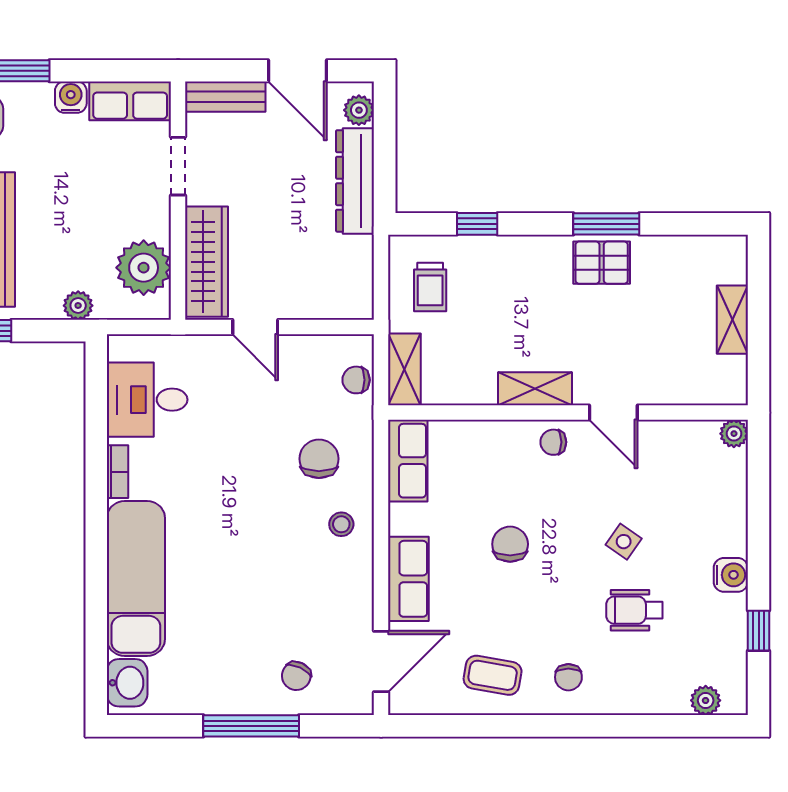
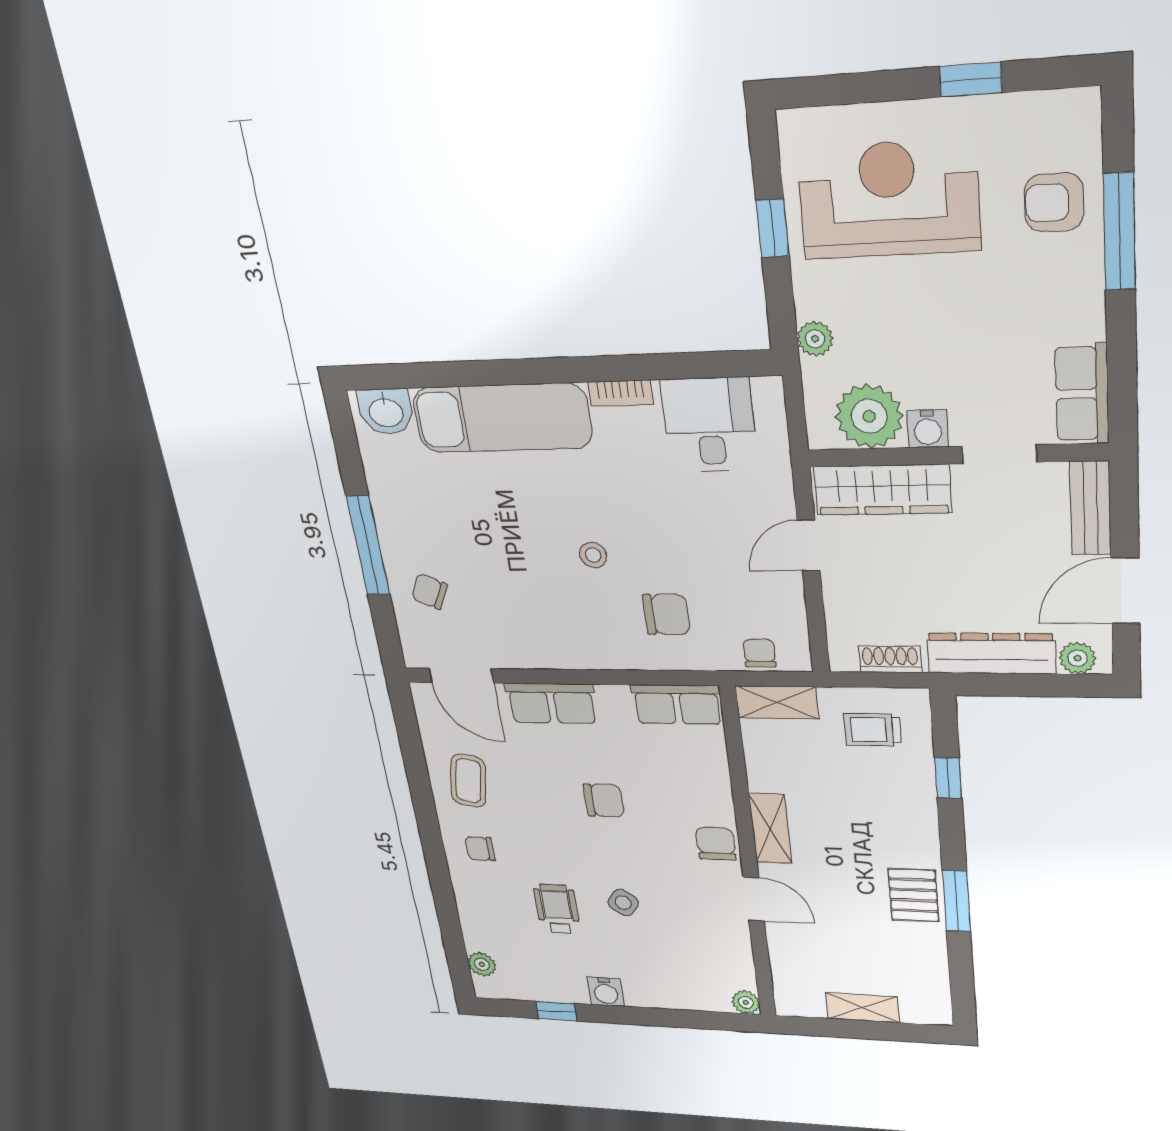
water cooler: (71, 97) -> (928, 429), moved, turned 90
shoe rack: (361, 267) -> (890, 659), added
door: (613, 413) -> (754, 899), swing flipped
chair: (553, 442) -> (716, 844), width x1.37, depth x1.37
stool: (341, 524) -> (593, 555), moved

